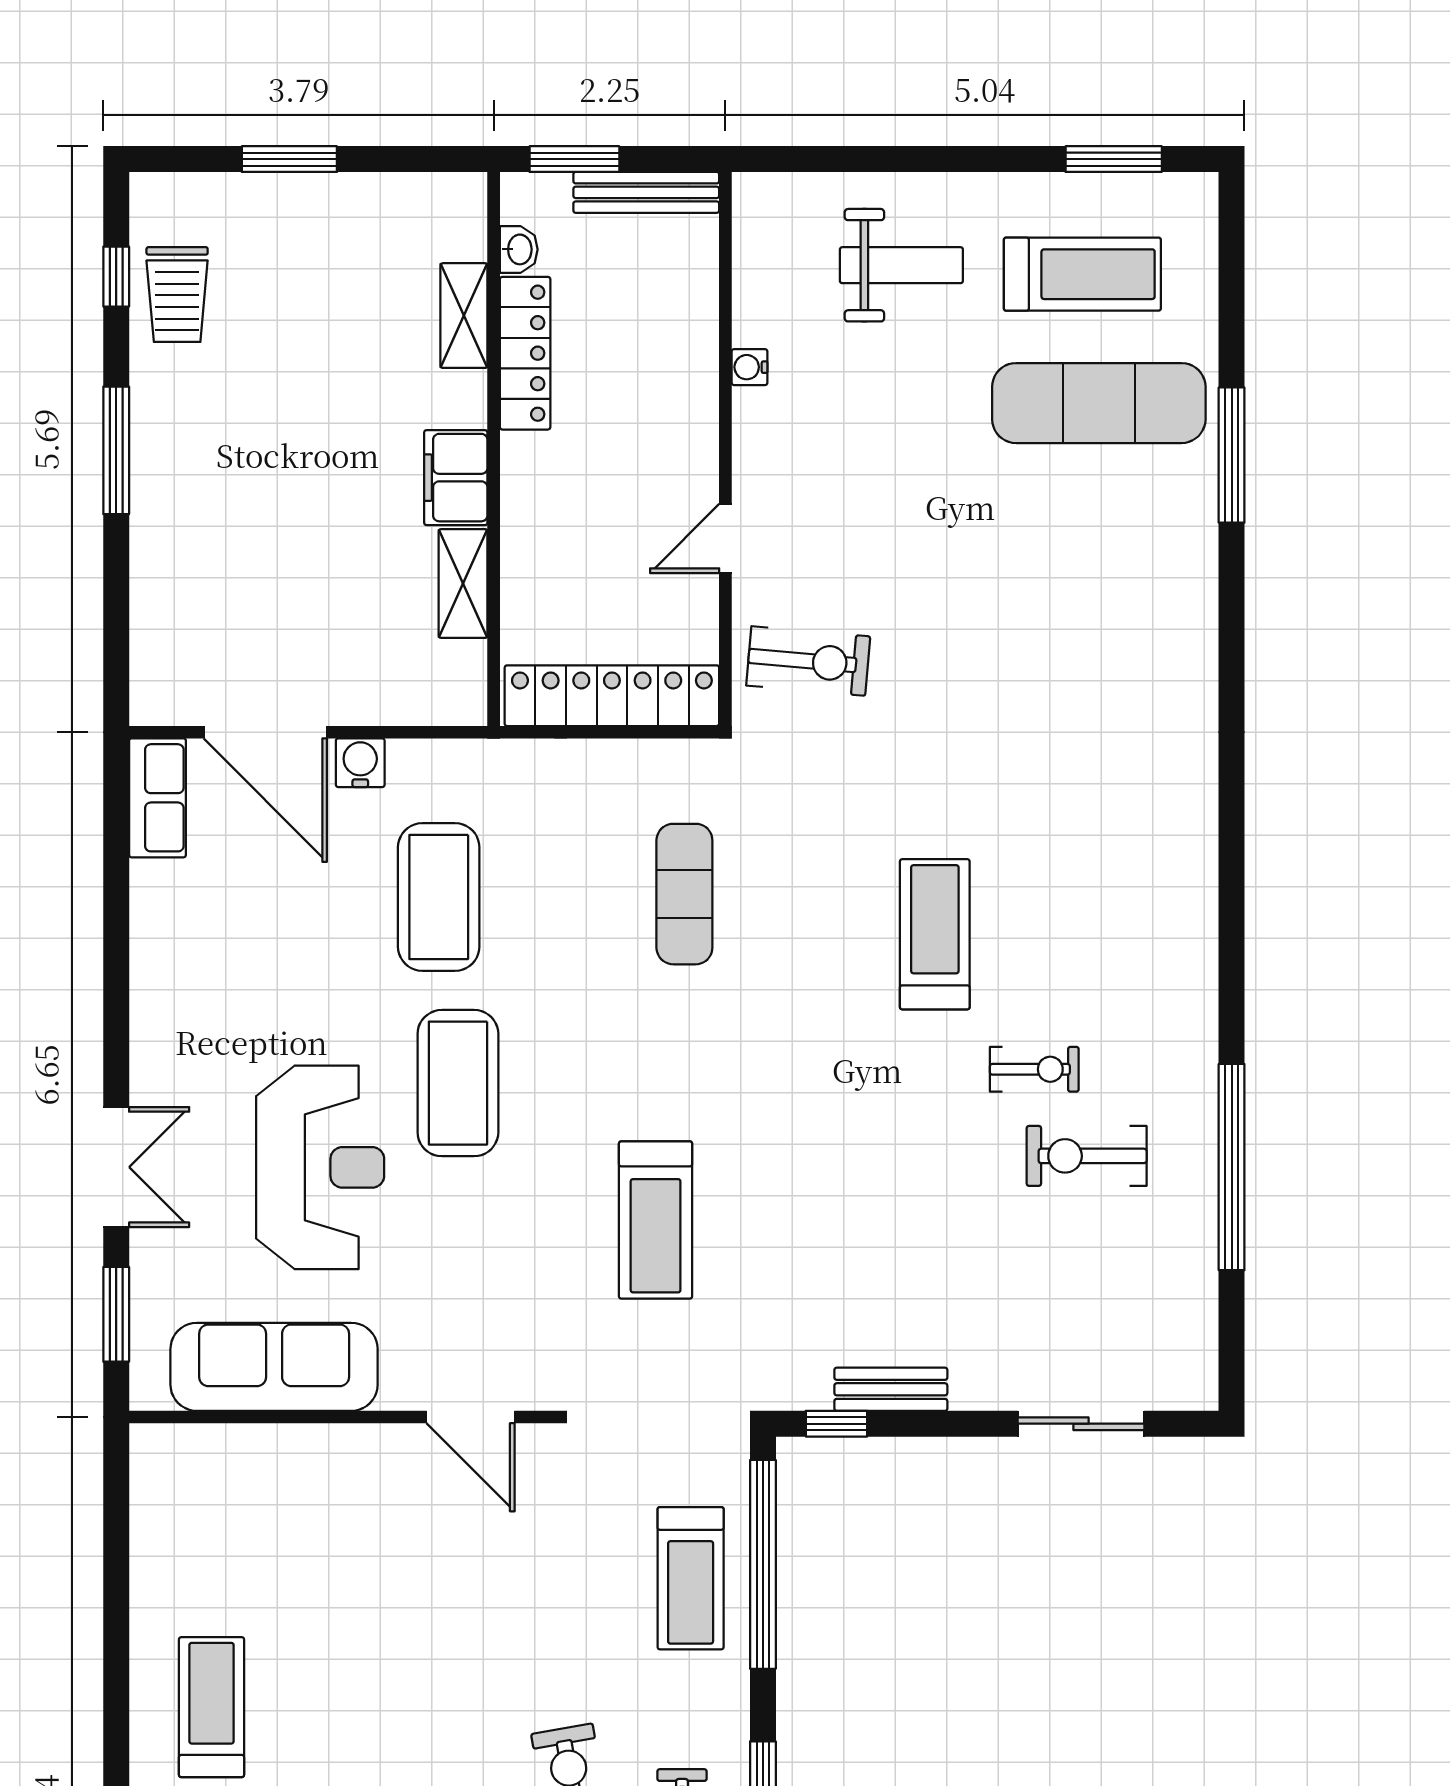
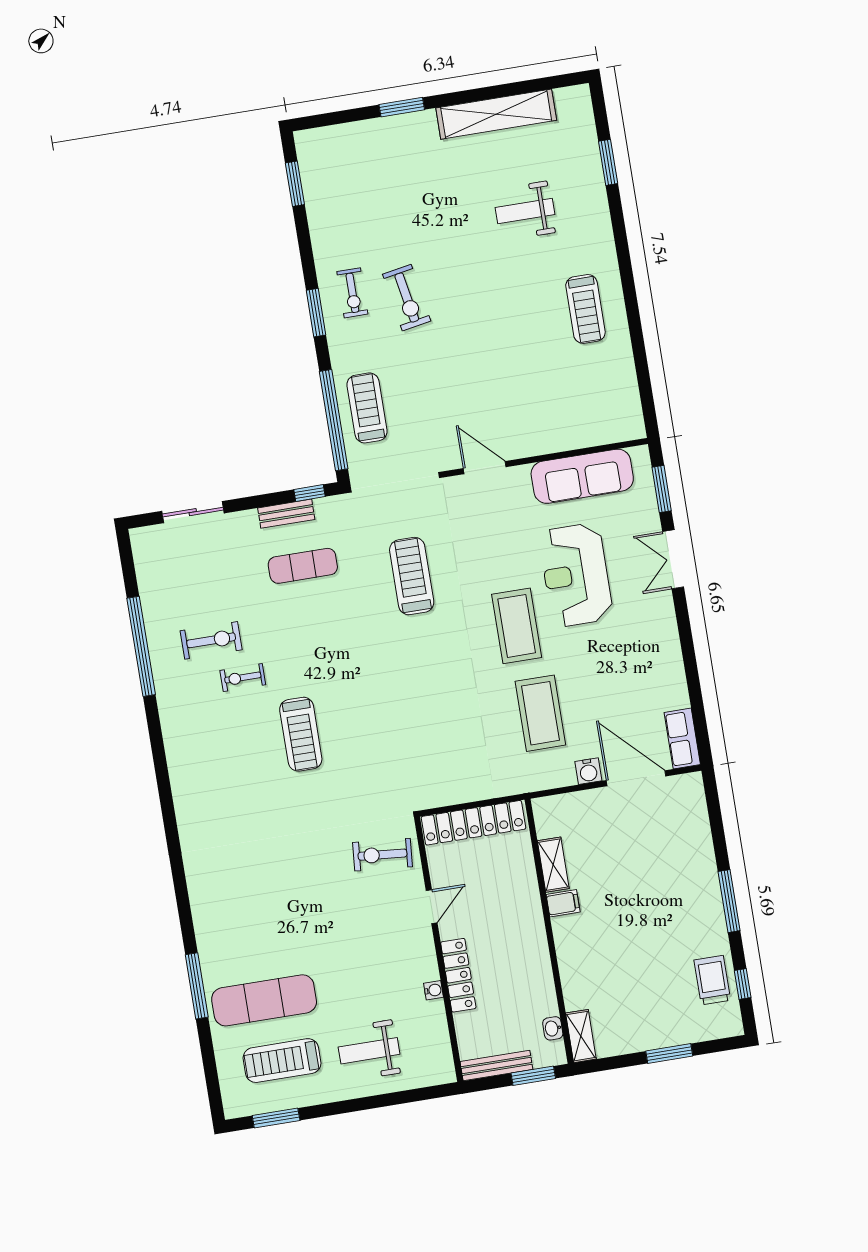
shelving: (464, 316) -> (581, 1036), moved
locker: (525, 353) -> (458, 975), moved, turned 180
filing cabinet: (456, 478) -> (563, 903), width x0.50
exercise mat: (684, 894) -> (303, 566), moved, turned 90

